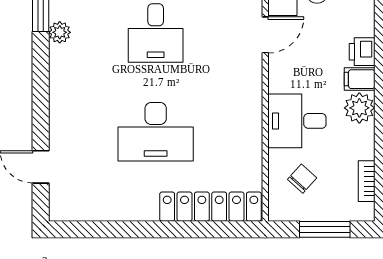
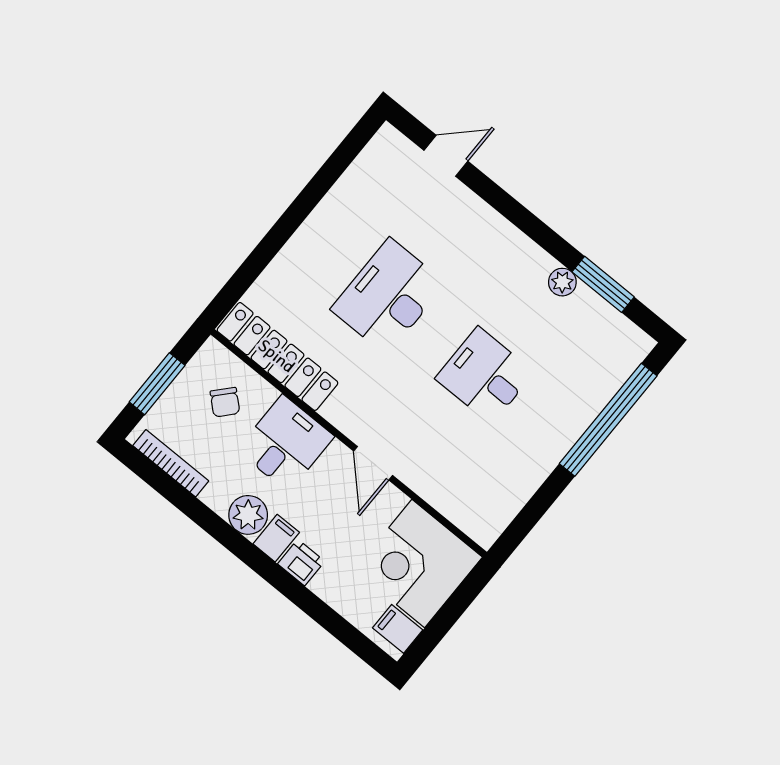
door: (265, 35) -> (373, 463), moved
bookcase: (367, 181) -> (171, 463), width x1.56
locker: (211, 207) -> (277, 356), moved, turned -90

